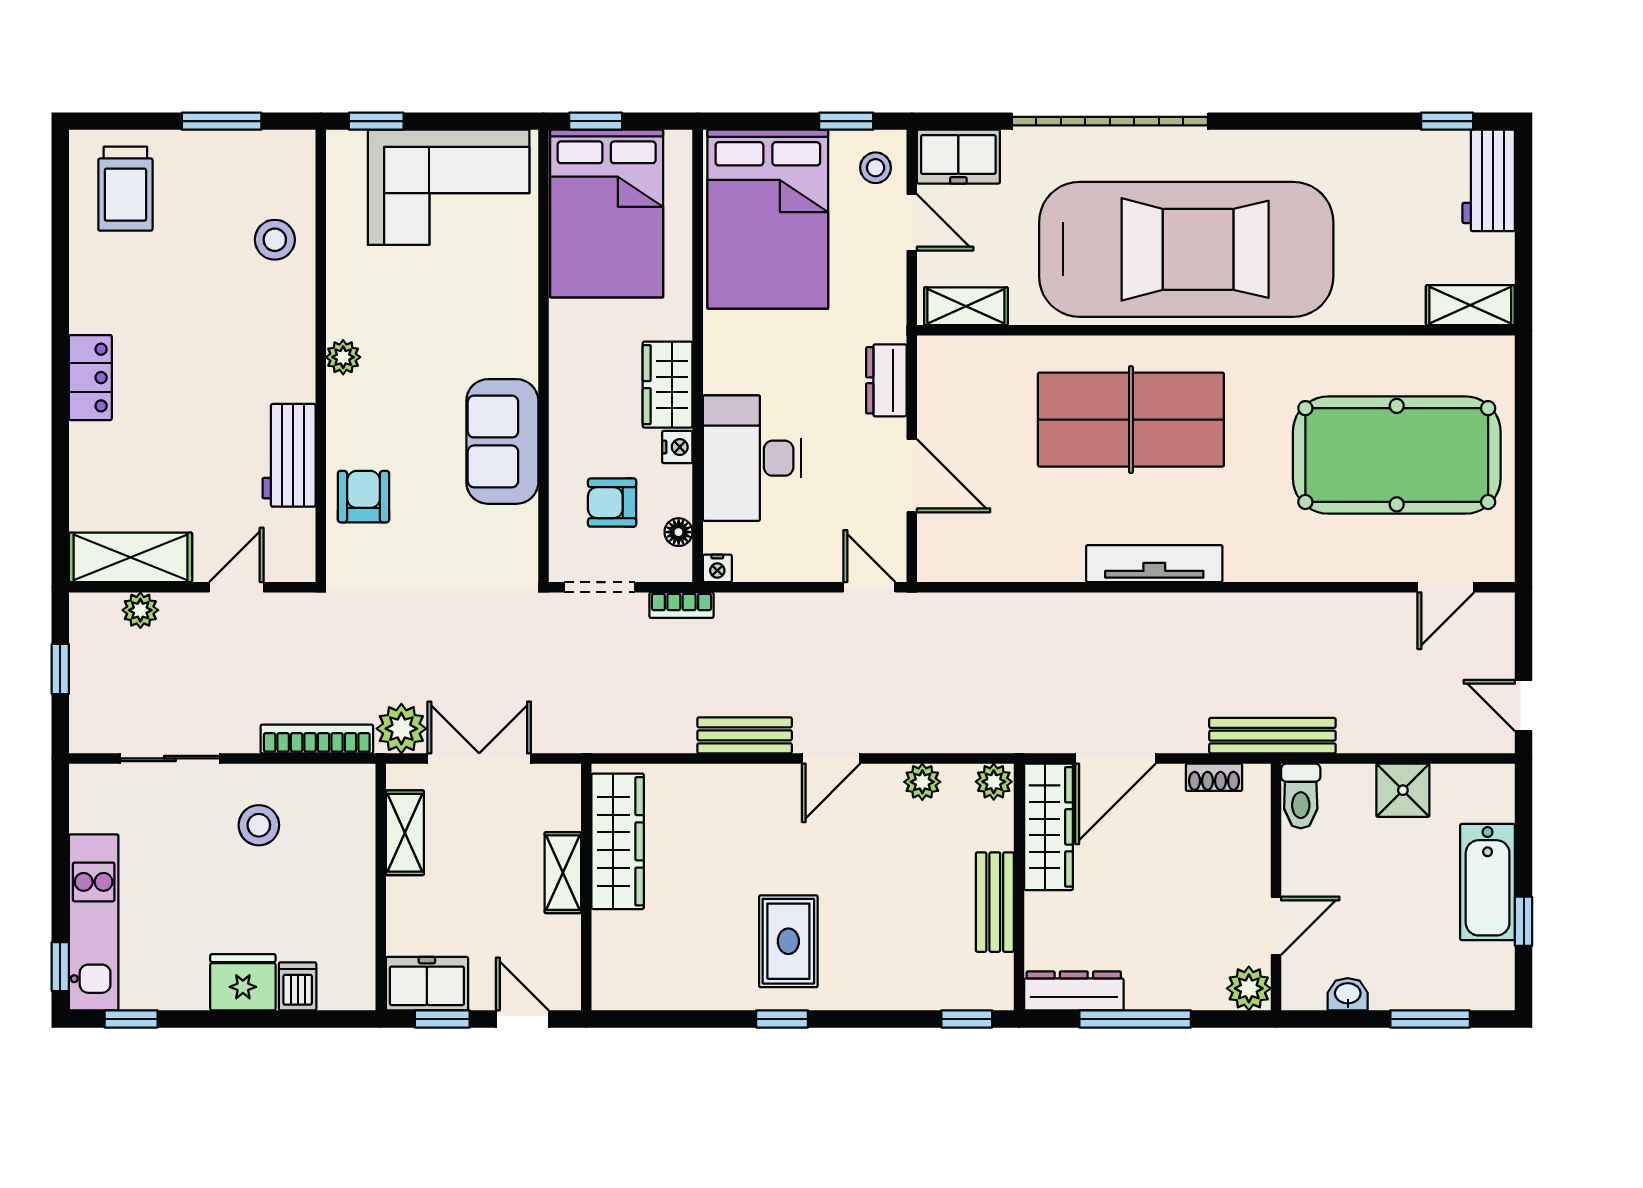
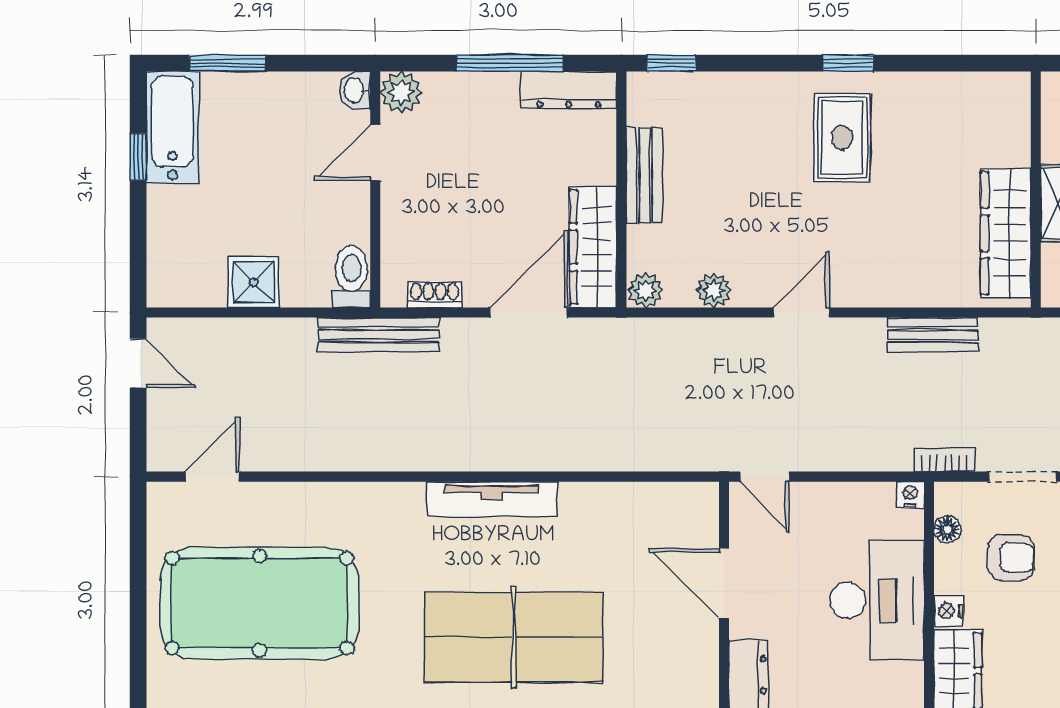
bench: (745, 735) -> (933, 335), moved
bathtub: (1488, 882) -> (173, 127), moved
washbasin: (1348, 994) -> (355, 90), moved, turned 90

